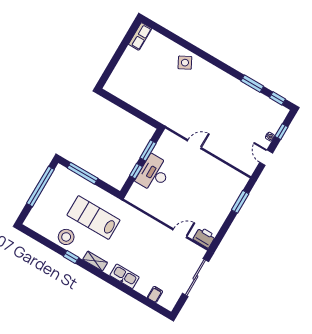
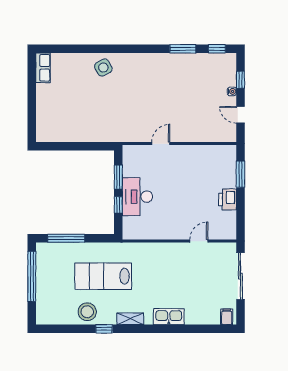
printer: (204, 238) -> (228, 199), moved, turned -90
filing cabinet: (155, 294) -> (227, 317), moved

